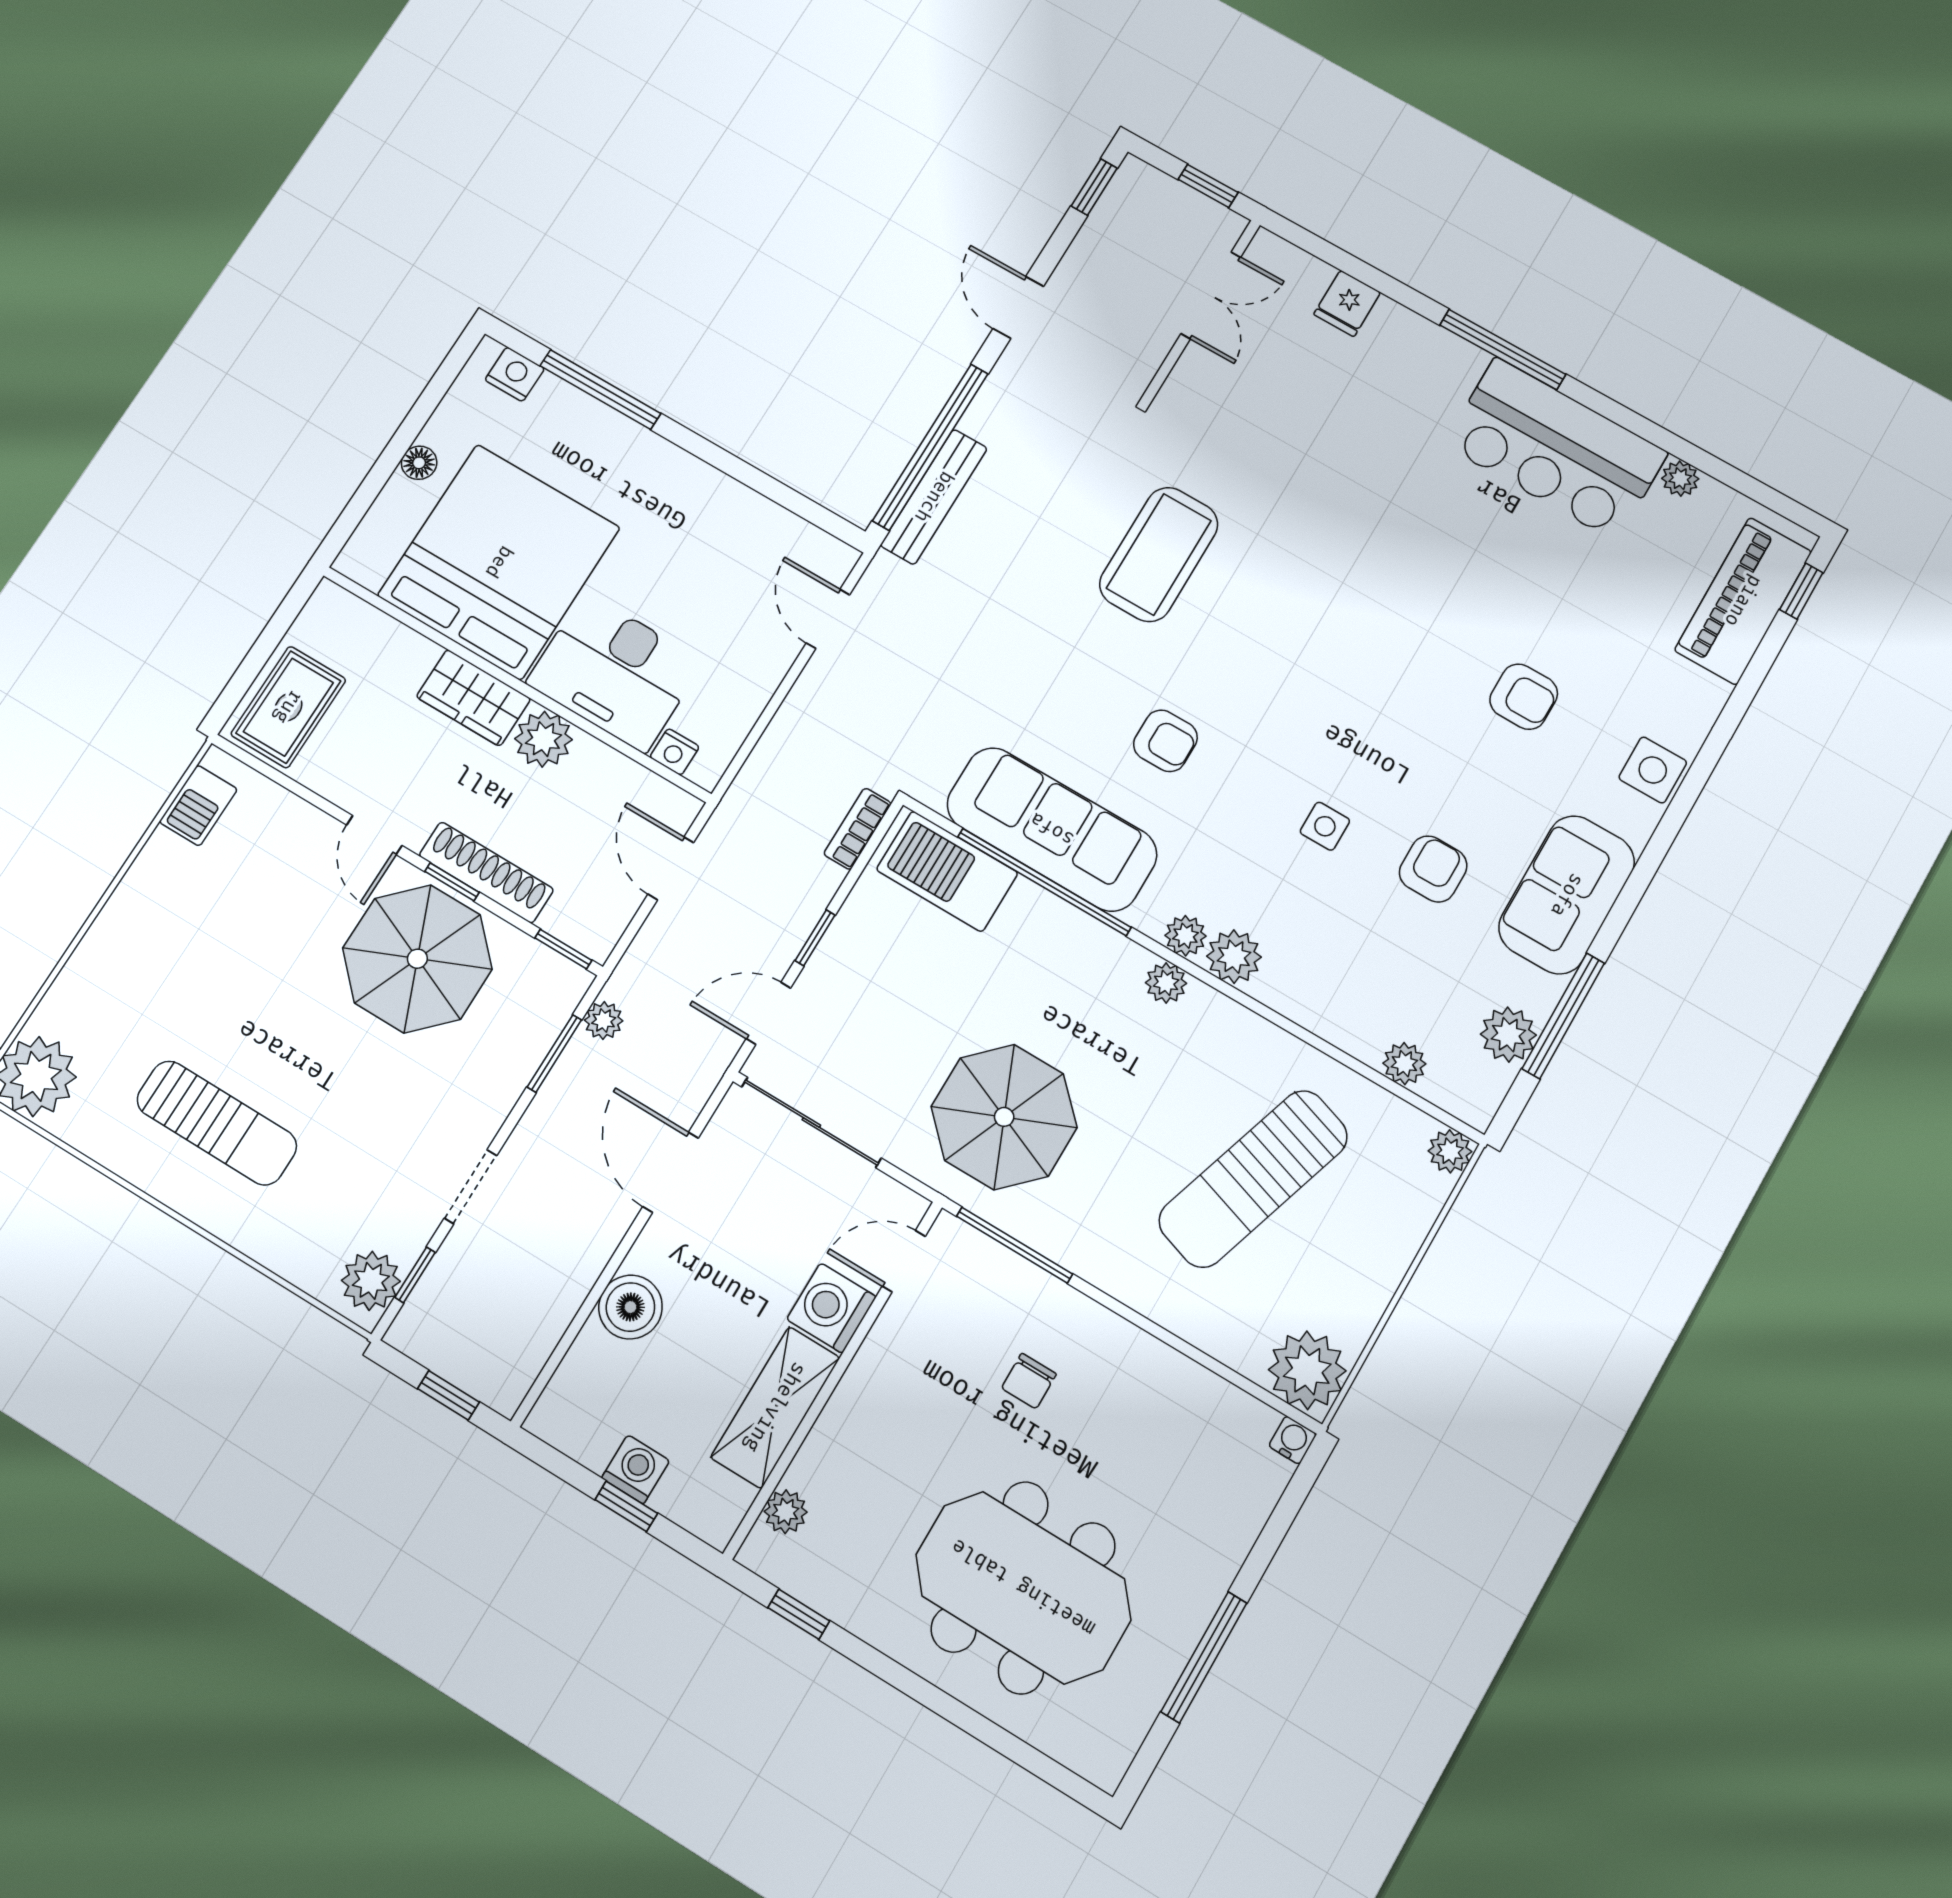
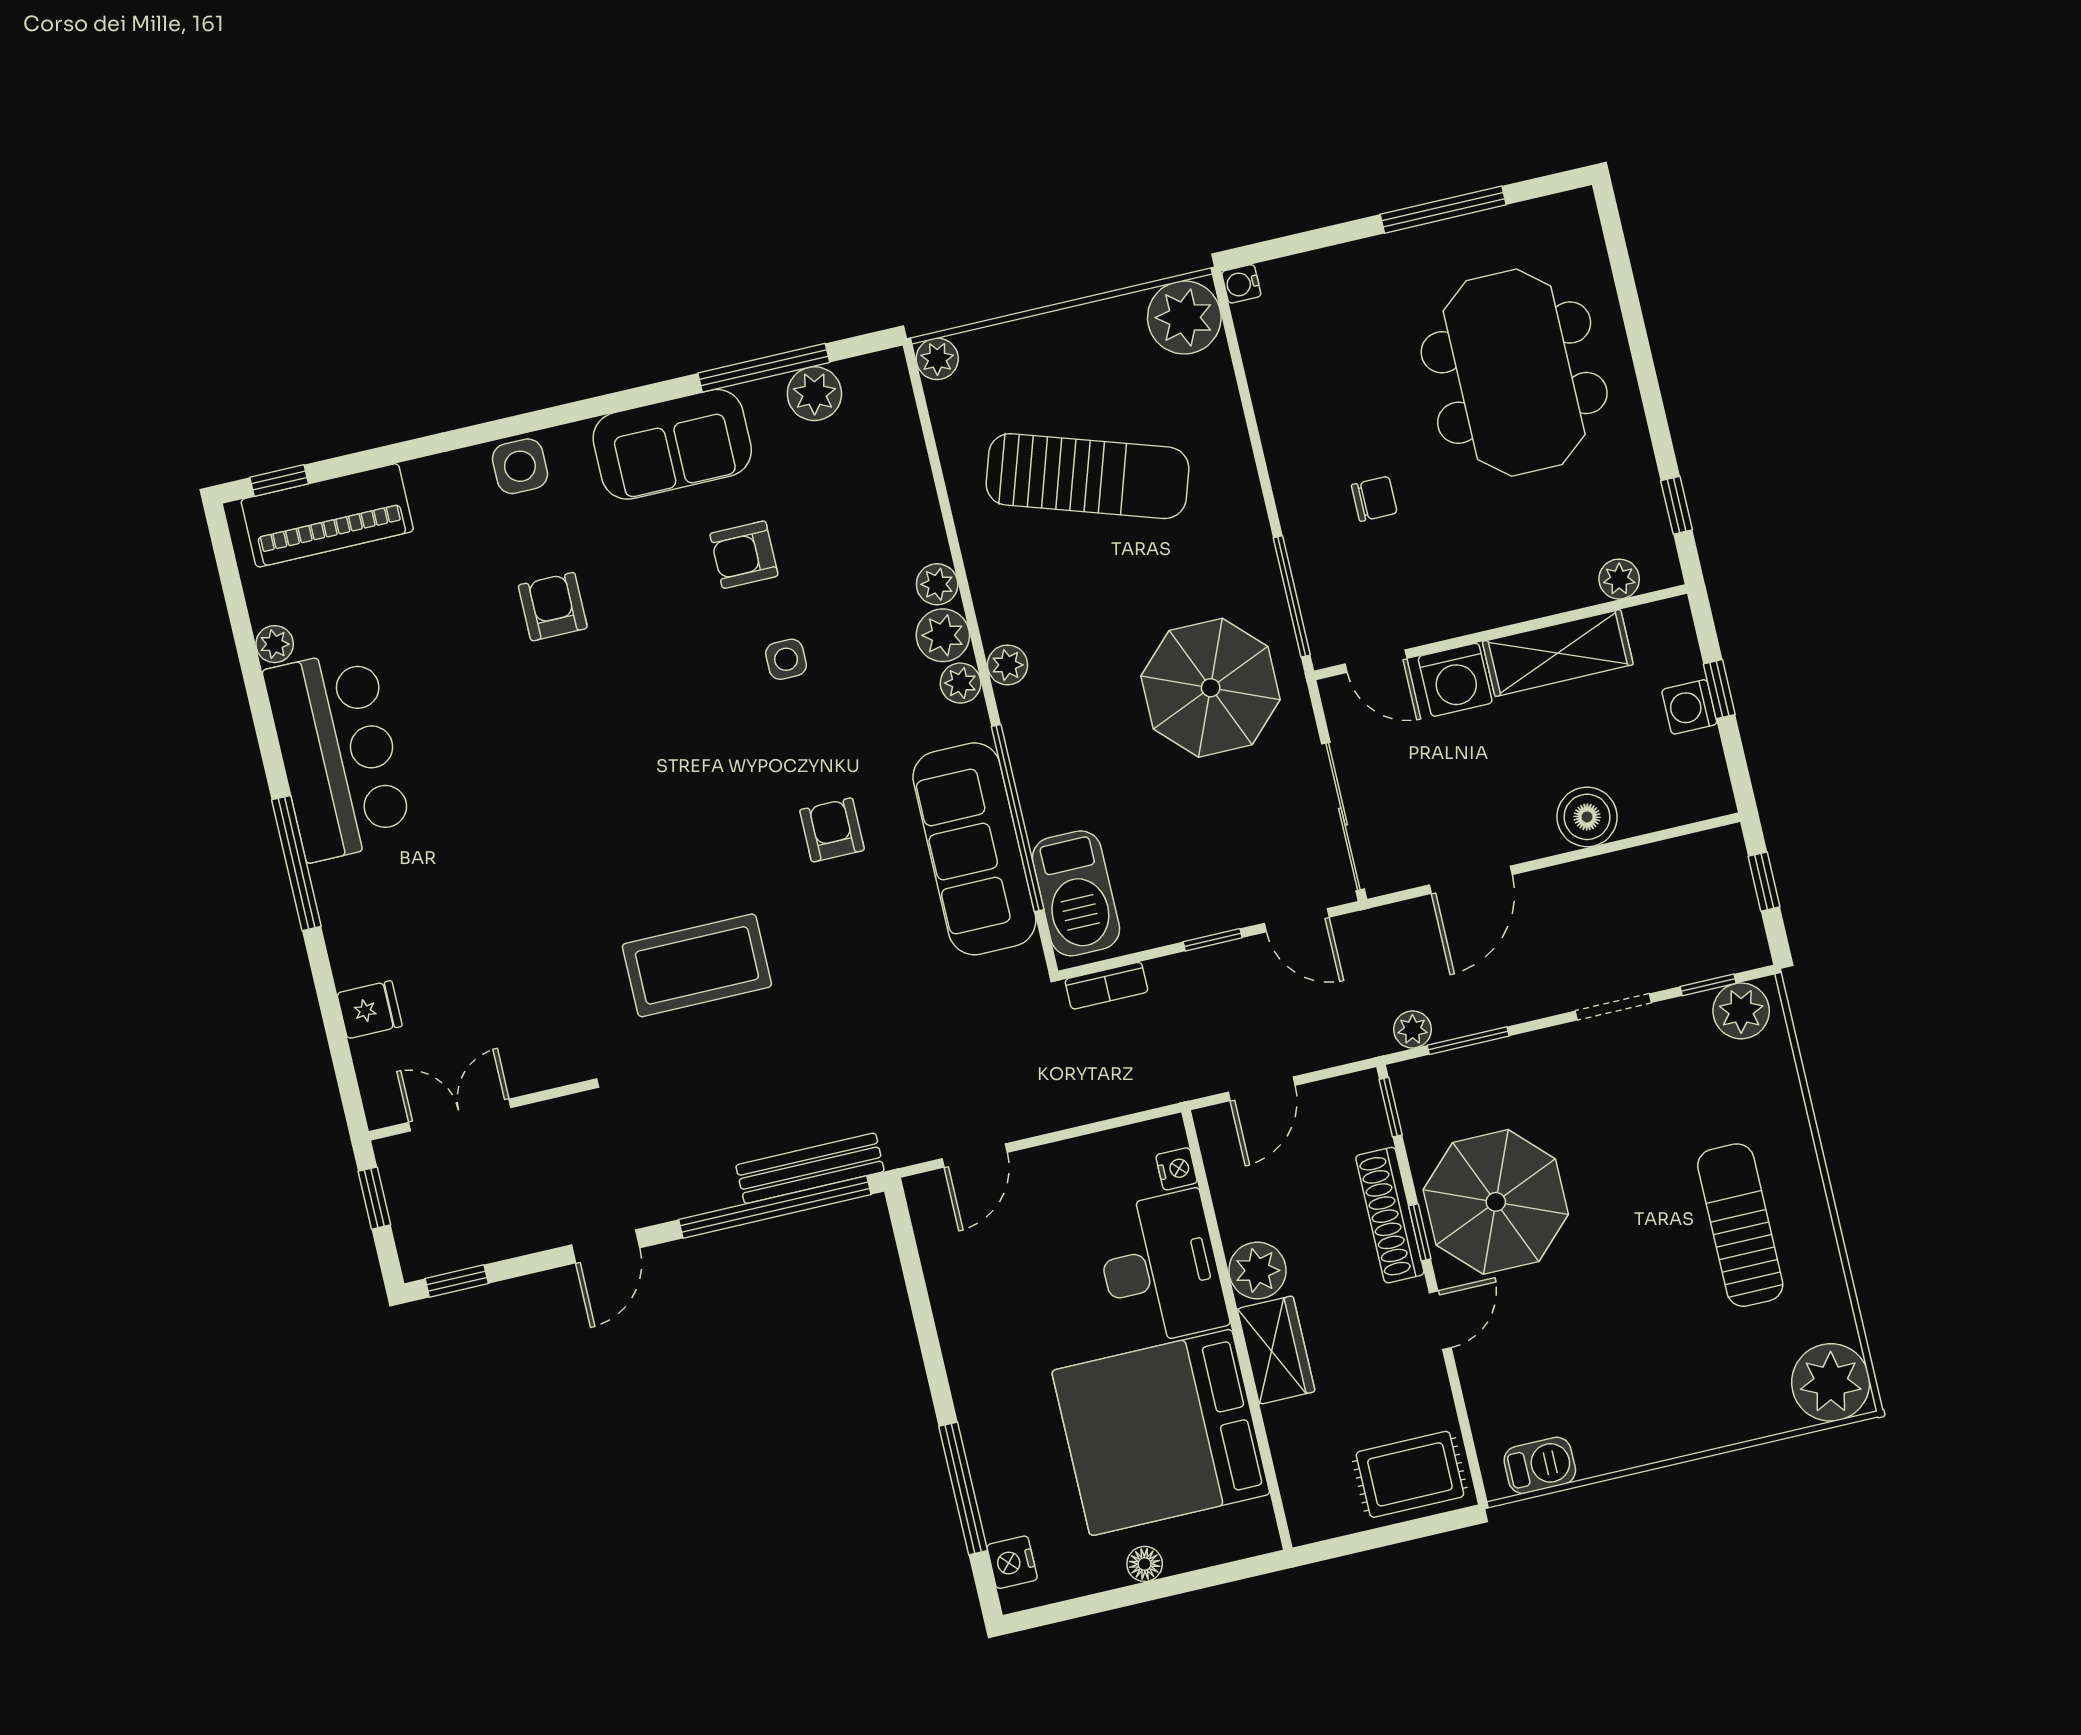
plant: (1404, 1064) -> (937, 584), moved

